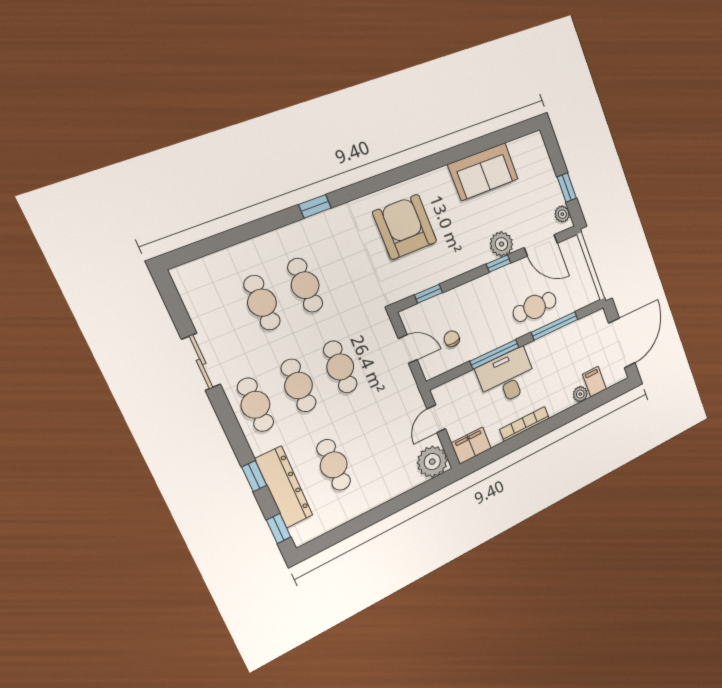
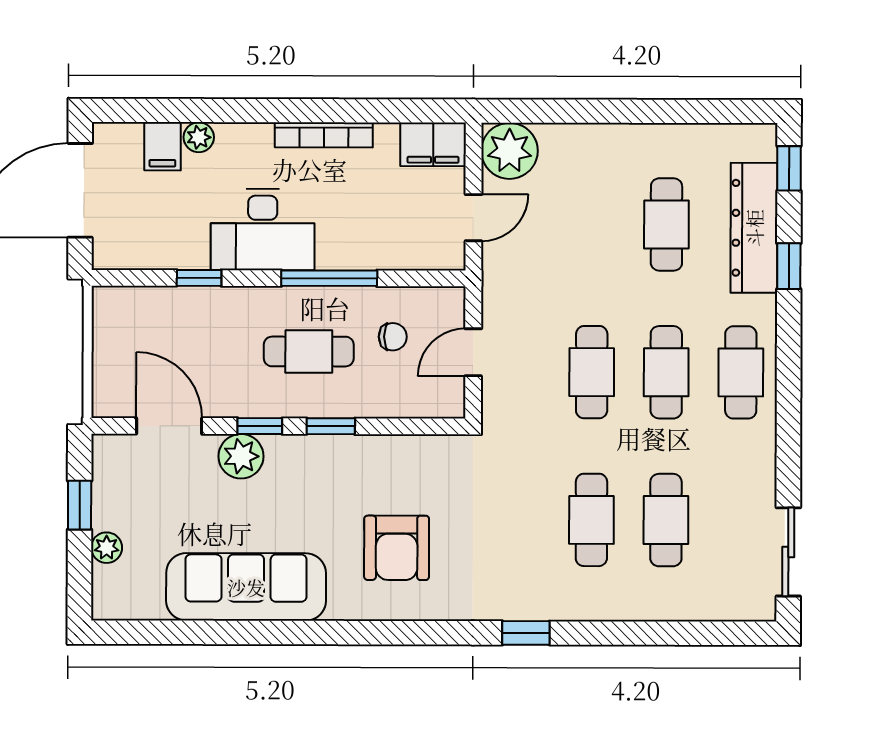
sofa: (483, 172) -> (246, 587), width x1.36
plant: (562, 214) -> (107, 548), moved
armchair: (405, 227) -> (397, 548), width x0.73, depth x0.73
window: (428, 294) -> (331, 426), moved
cafe table: (535, 307) -> (309, 352), moved
window: (555, 326) -> (199, 278), width x0.46
chair: (452, 339) -> (393, 337), turned -87
door: (408, 349) -> (473, 352), hinge flipped
sliding door: (201, 362) -> (788, 552), moved
desk: (507, 377) -> (263, 230), moved

